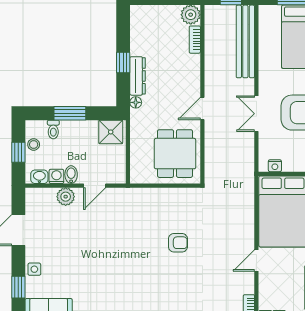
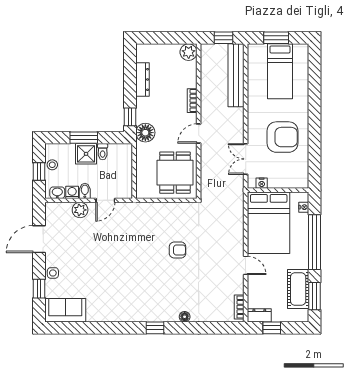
bookcase: (195, 40) -> (192, 101), moved
window: (123, 62) -> (130, 117), moved
dresser: (138, 76) -> (142, 79), moved
floor lamp: (136, 102) -> (145, 133), width x1.89, depth x1.89
double door: (256, 114) -> (246, 159), moved
toilet: (53, 129) -> (103, 152), moved
shower: (111, 132) -> (86, 154), moved
door: (256, 261) -> (246, 265), swing flipped

